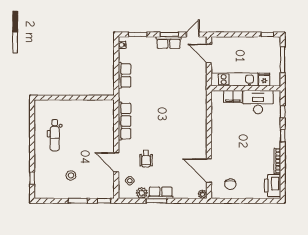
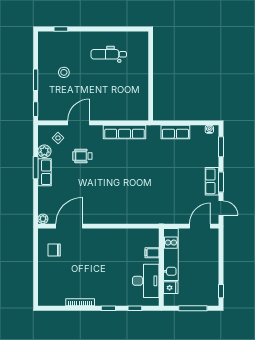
filing cabinet: (233, 96) -> (152, 253), width x0.50
printer: (273, 186) -> (53, 297), removed

